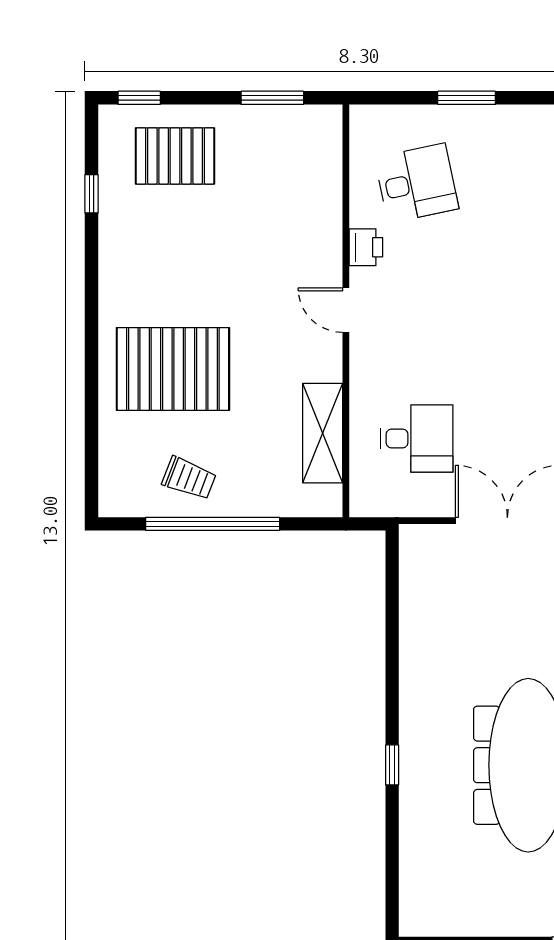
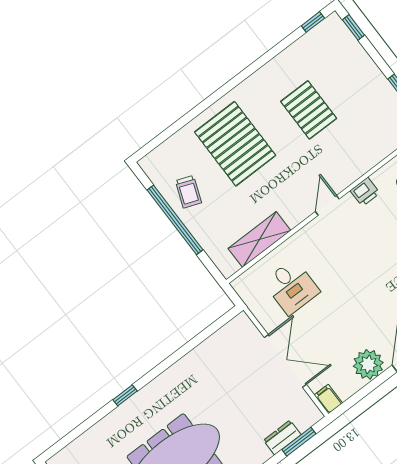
pallet: (175, 156) -> (309, 110), moved
window: (92, 194) -> (313, 22), moved

